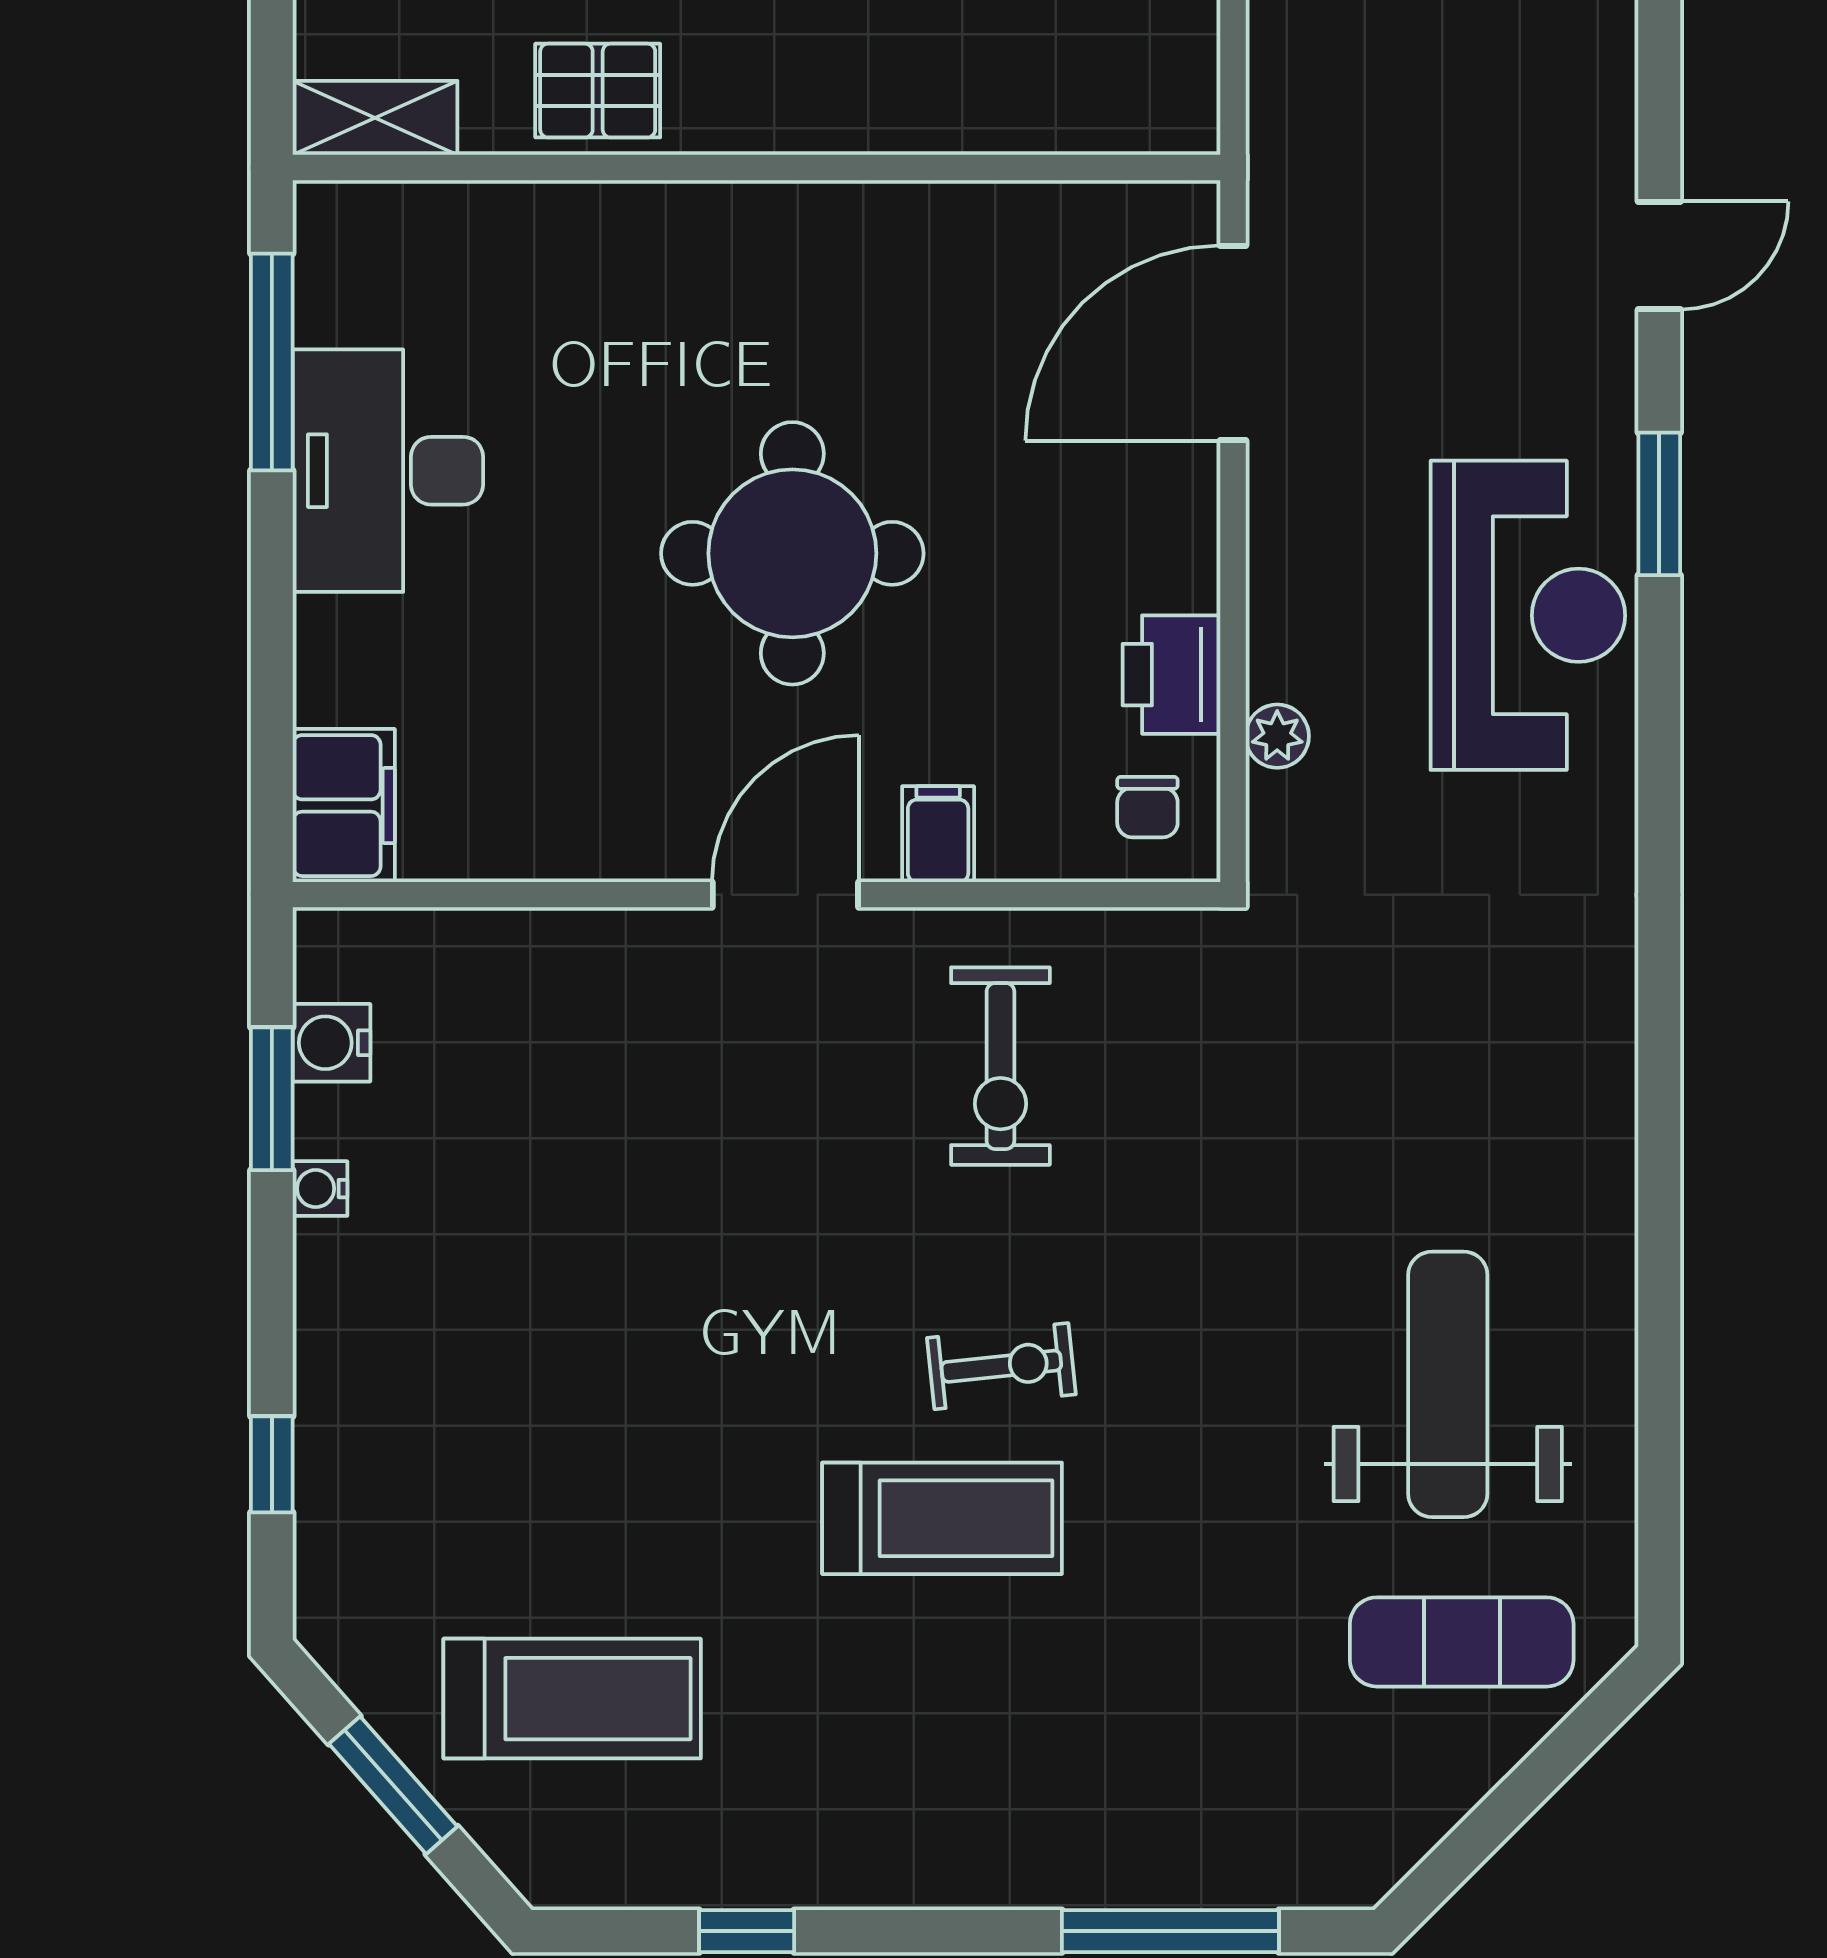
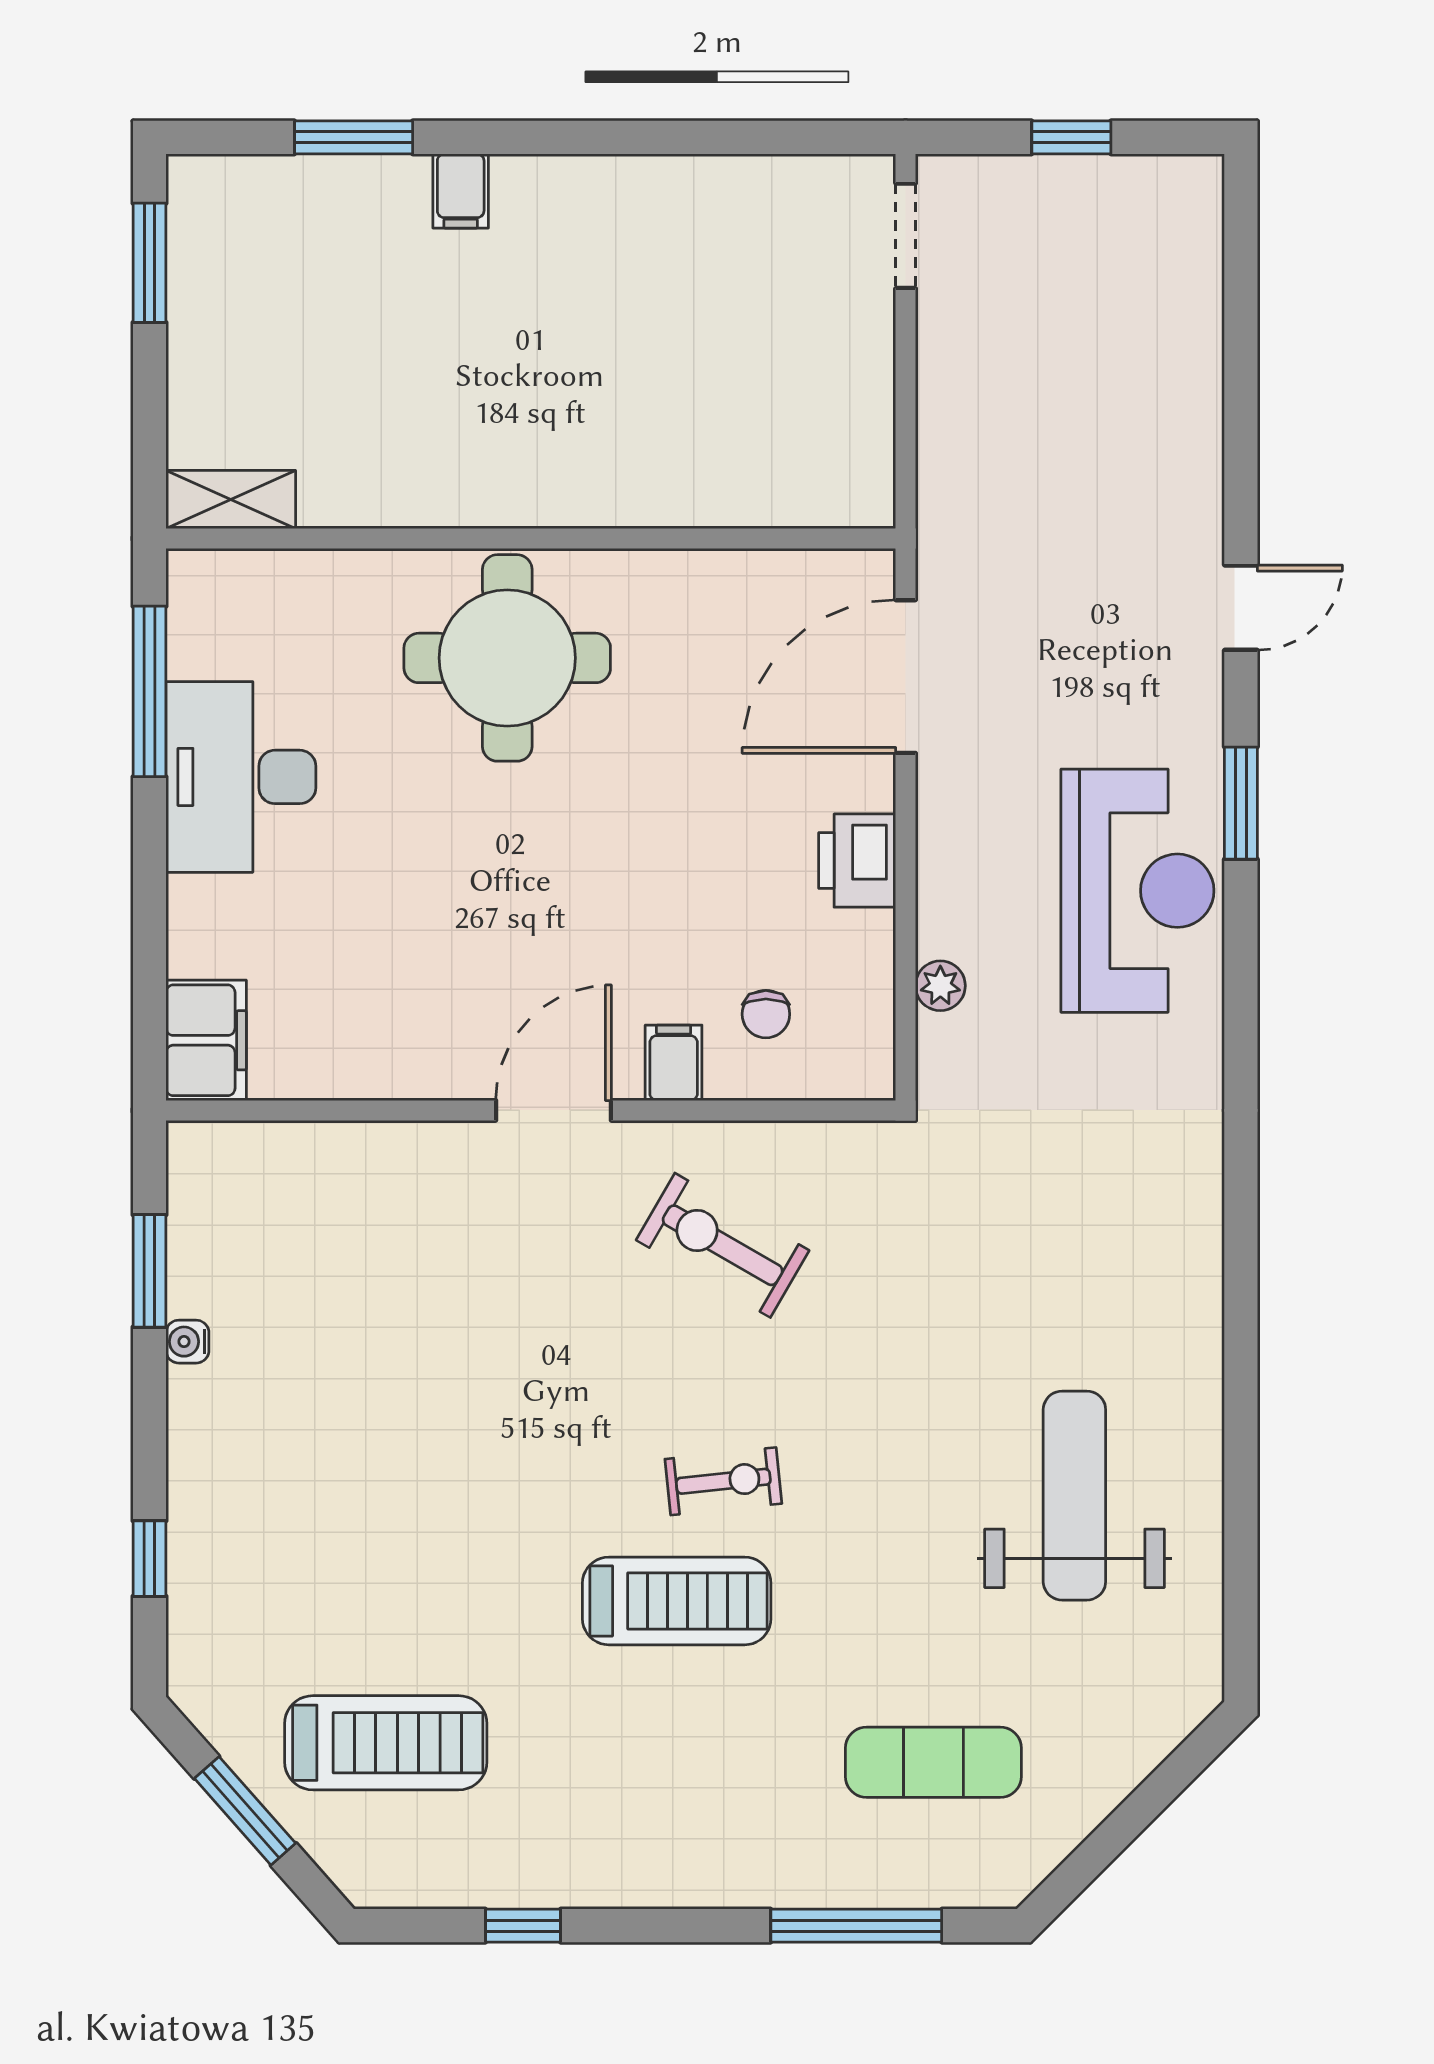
pallet: (598, 91) -> (406, 478), removed
round table: (792, 553) -> (507, 658), moved
printer: (1171, 675) -> (857, 861), moved
chair: (1147, 807) -> (766, 1014), moved
water cooler: (332, 1043) -> (196, 1227), removed
exercise bike: (1000, 1066) -> (723, 1245), turned 120
exercise mat: (1462, 1642) -> (933, 1762), moved

